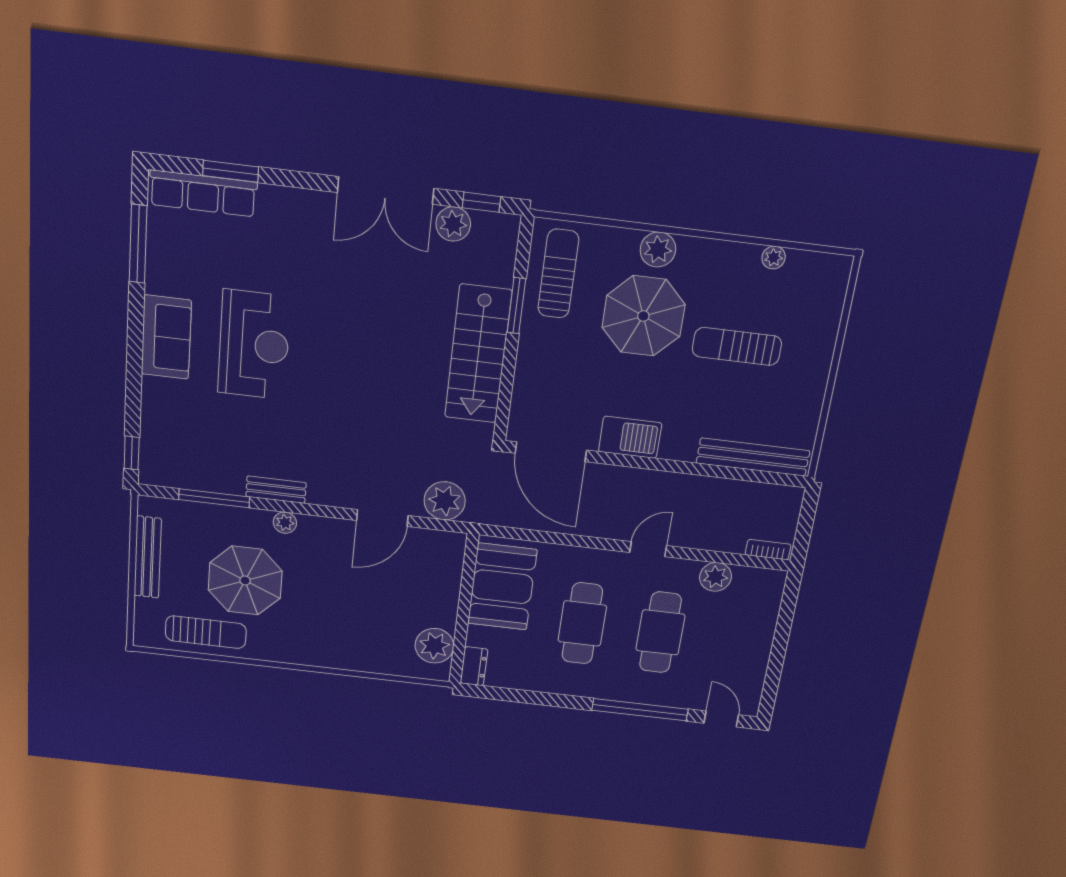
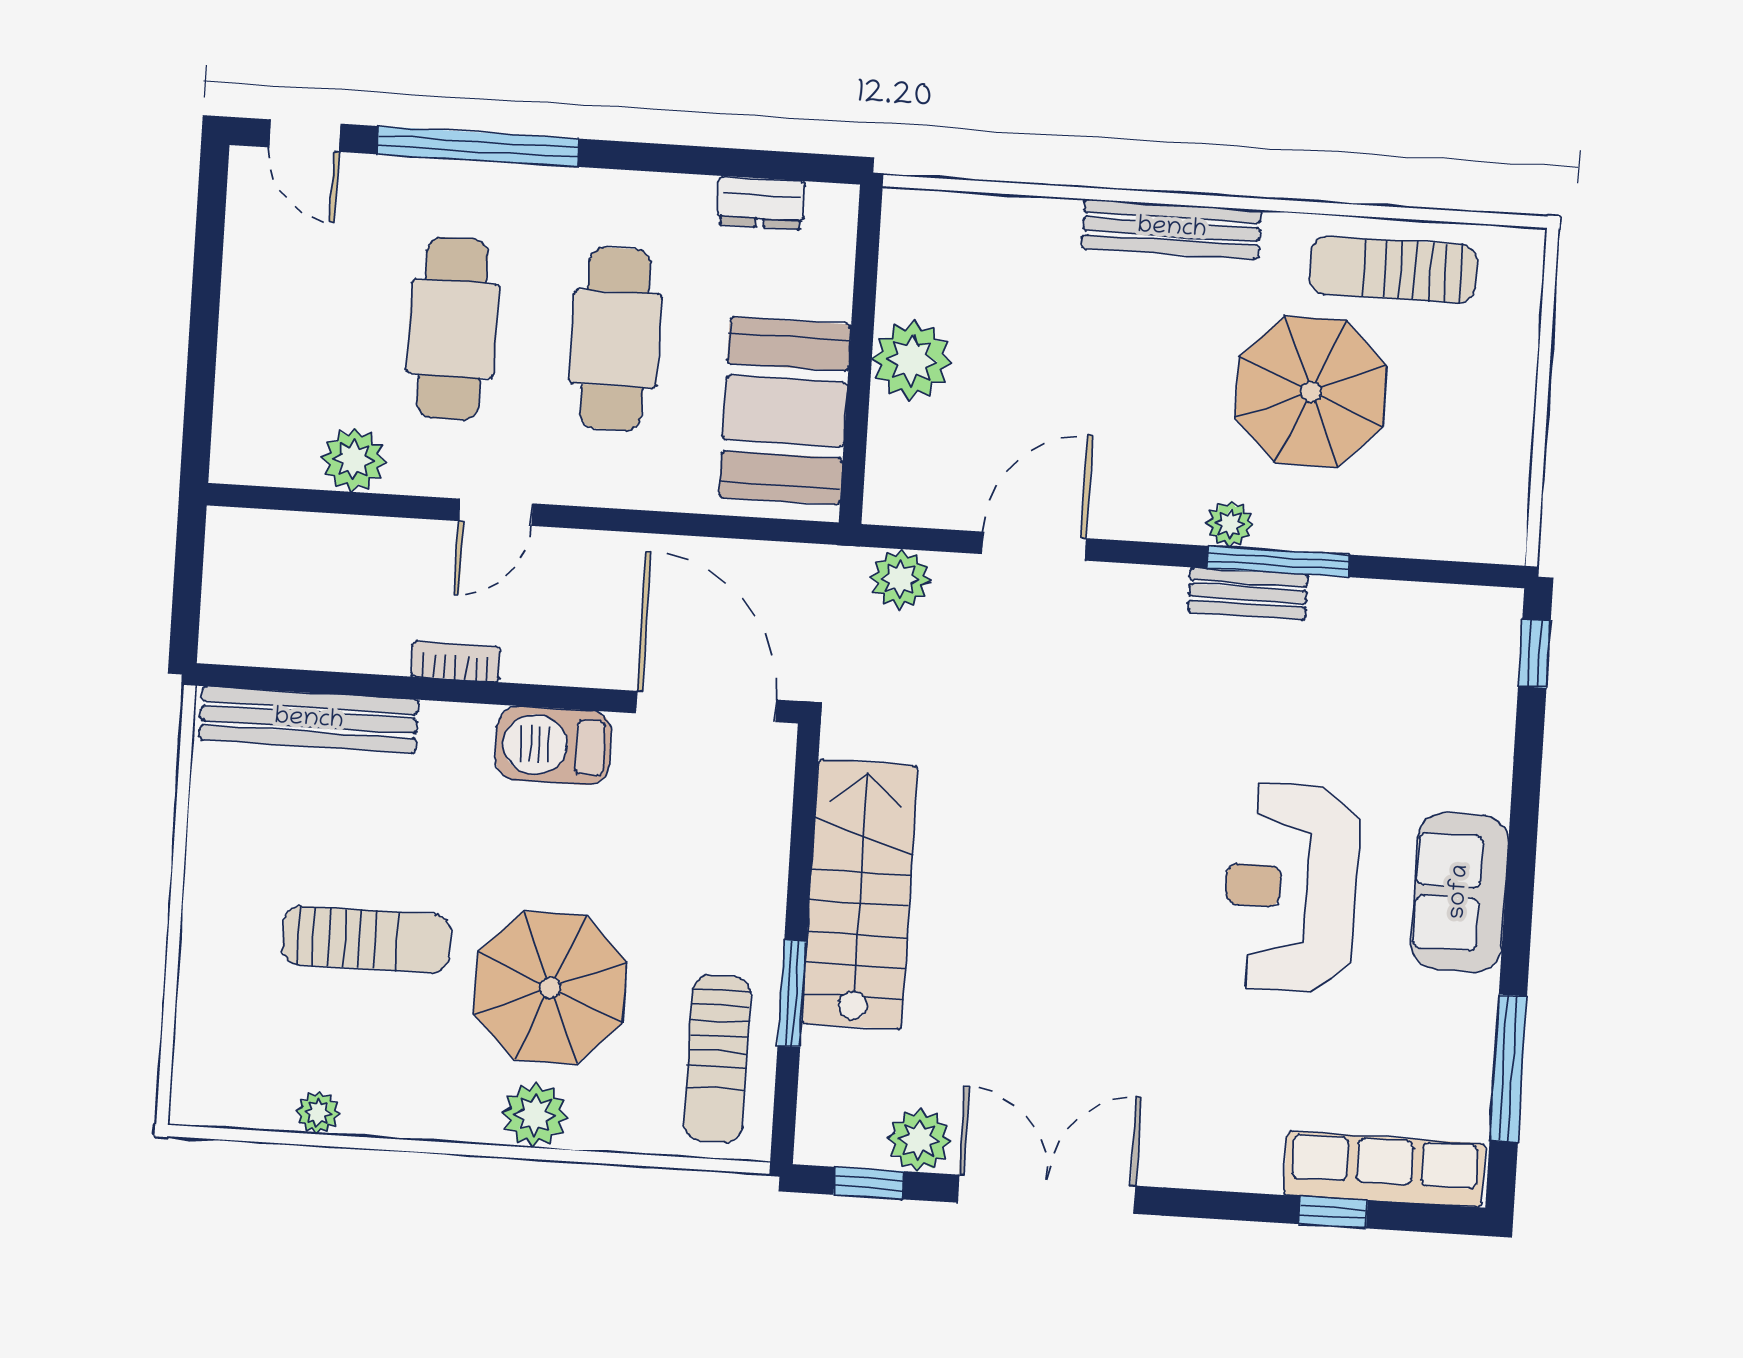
window: (231, 171) -> (1333, 1212), width x0.67
window: (214, 498) -> (1278, 562), moved
plant: (445, 501) -> (900, 579), width x0.73, depth x0.73
bookcase: (768, 550) -> (456, 662), moved, turned 180
bench: (148, 557) -> (1172, 229), moved, turned 90
plant: (434, 646) -> (912, 360), moved
dresser: (474, 666) -> (761, 203), moved, turned -90

